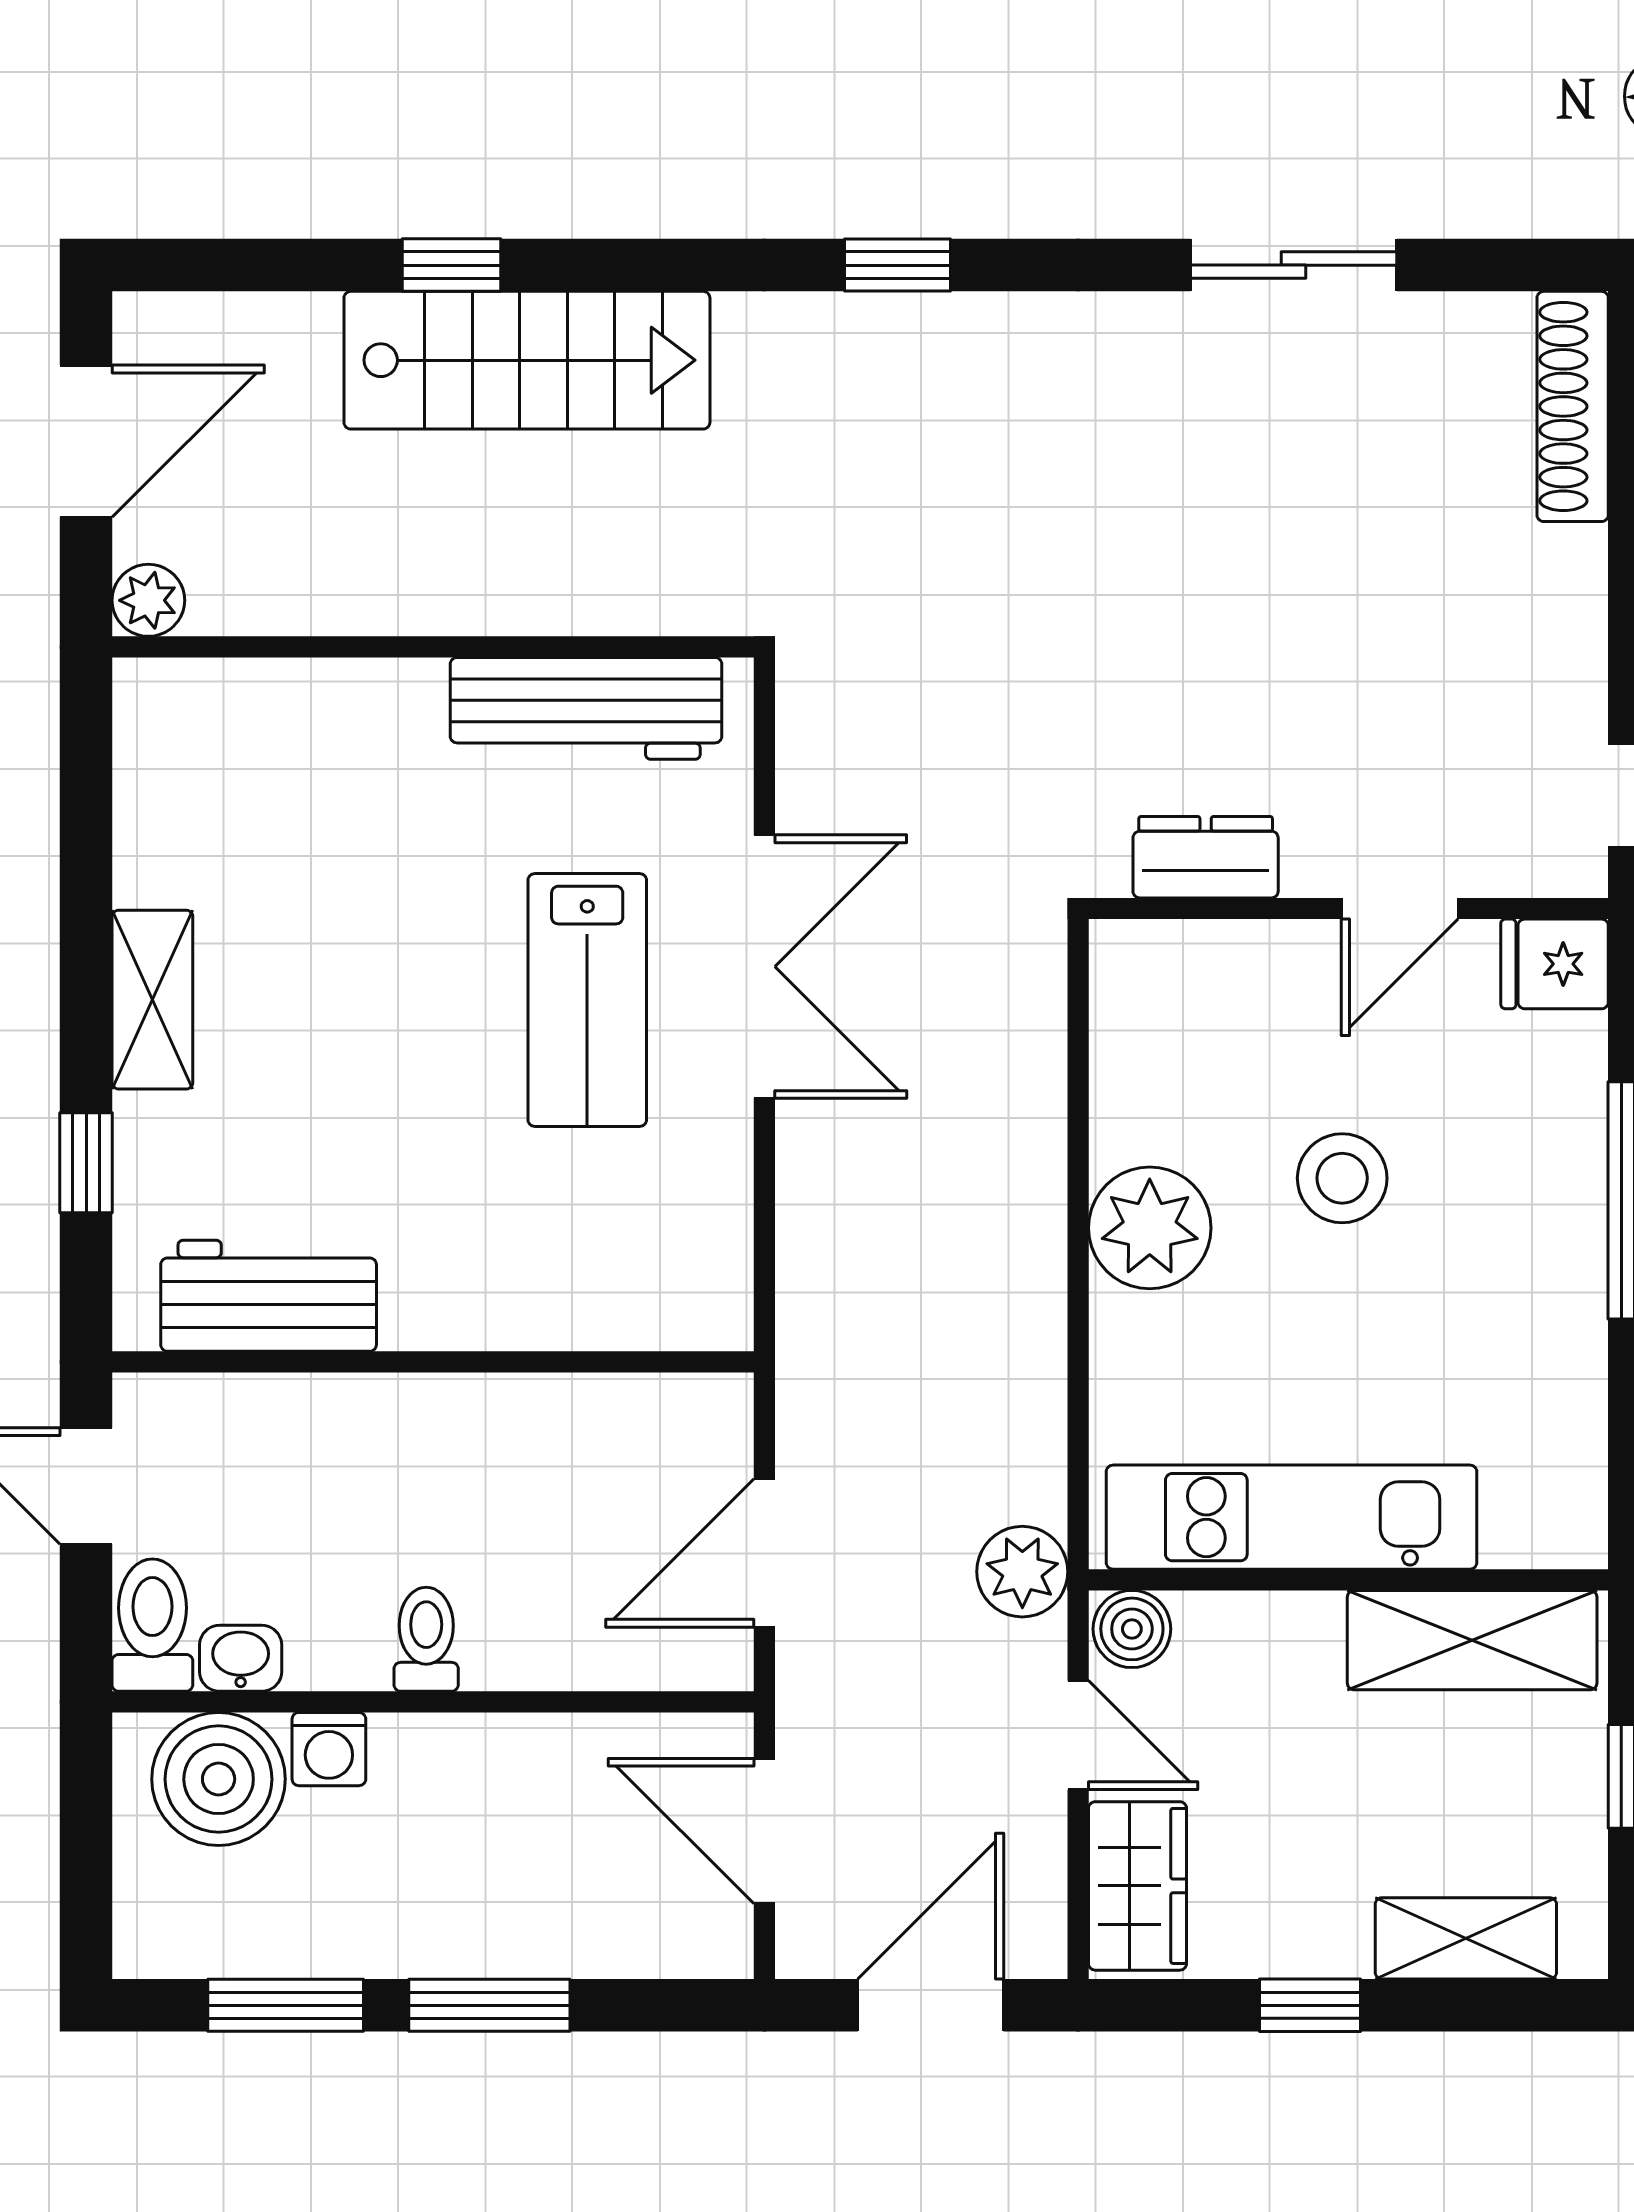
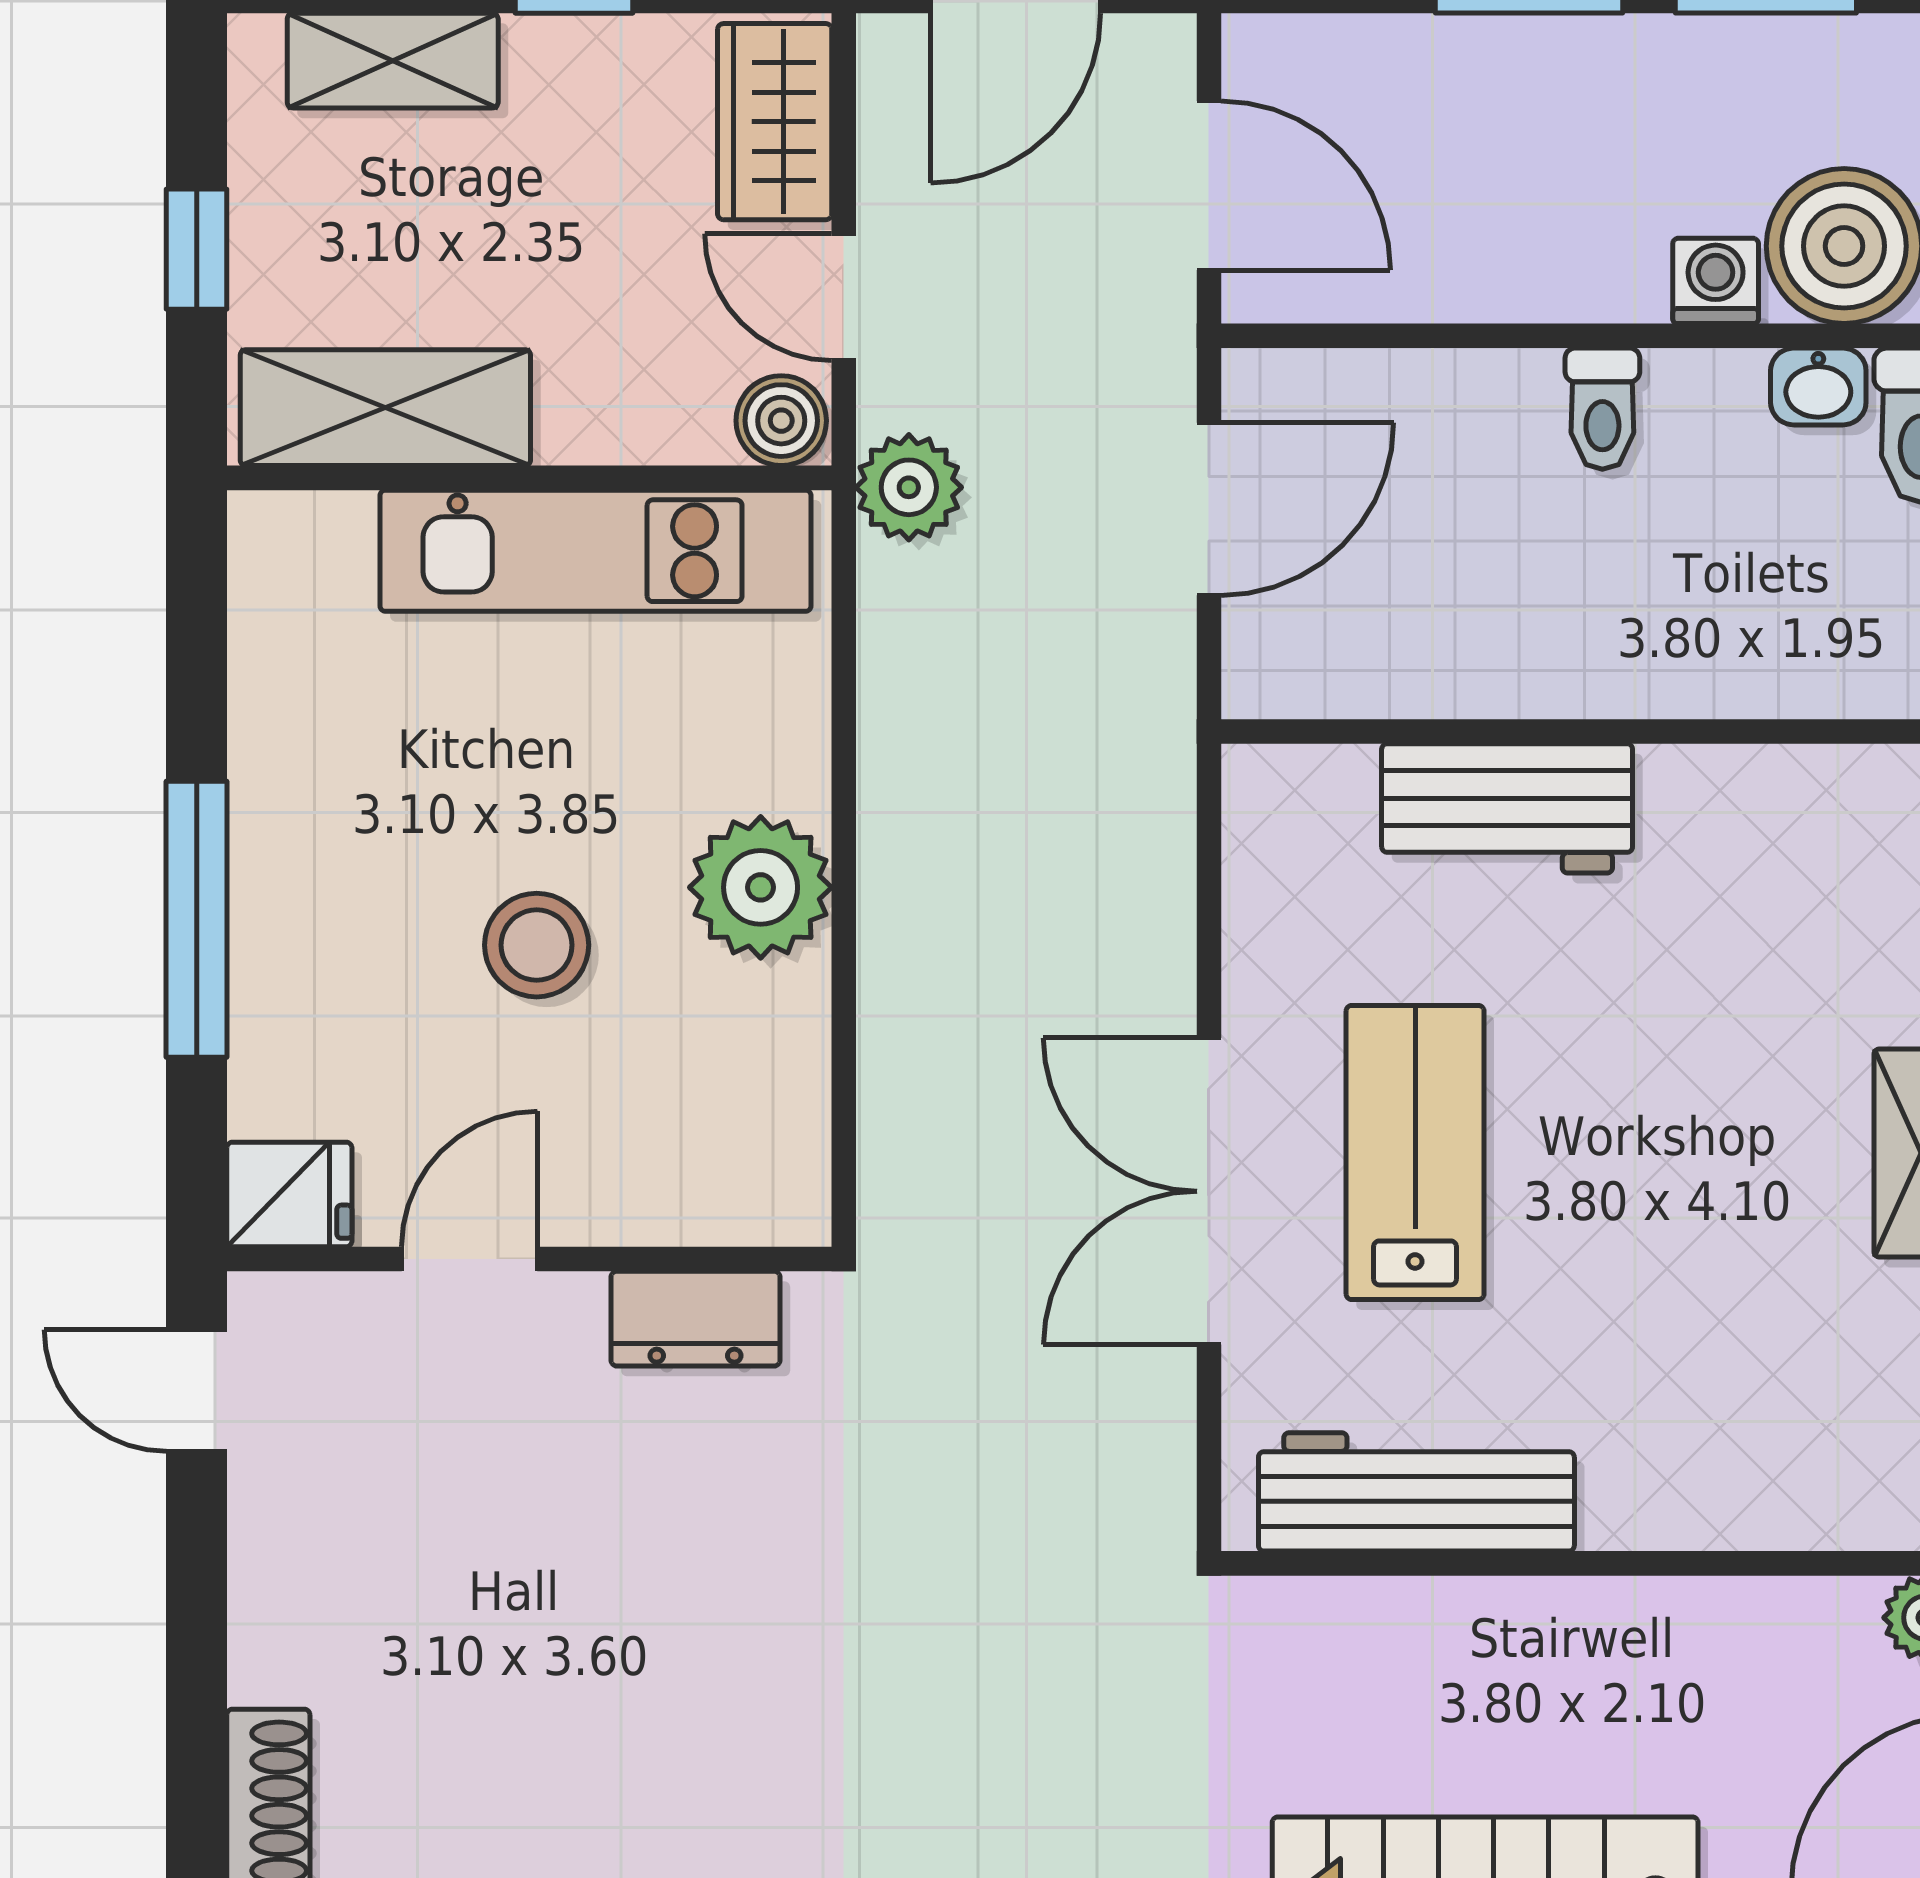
workbench: (269, 1296) -> (1507, 808), moved

